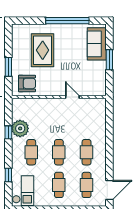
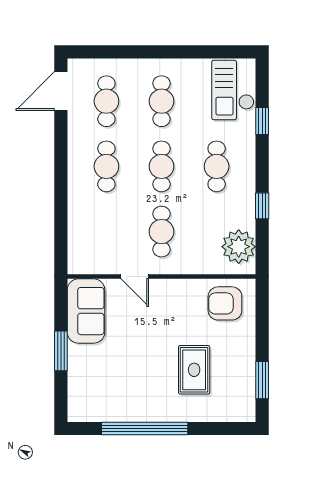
sofa: (97, 44) -> (86, 311), moved
rug: (43, 50) -> (194, 370), width x0.73, depth x0.70
window: (8, 67) -> (262, 380), moved
cafe table: (59, 120) -> (161, 232), added
plant: (20, 128) -> (239, 247), moved

